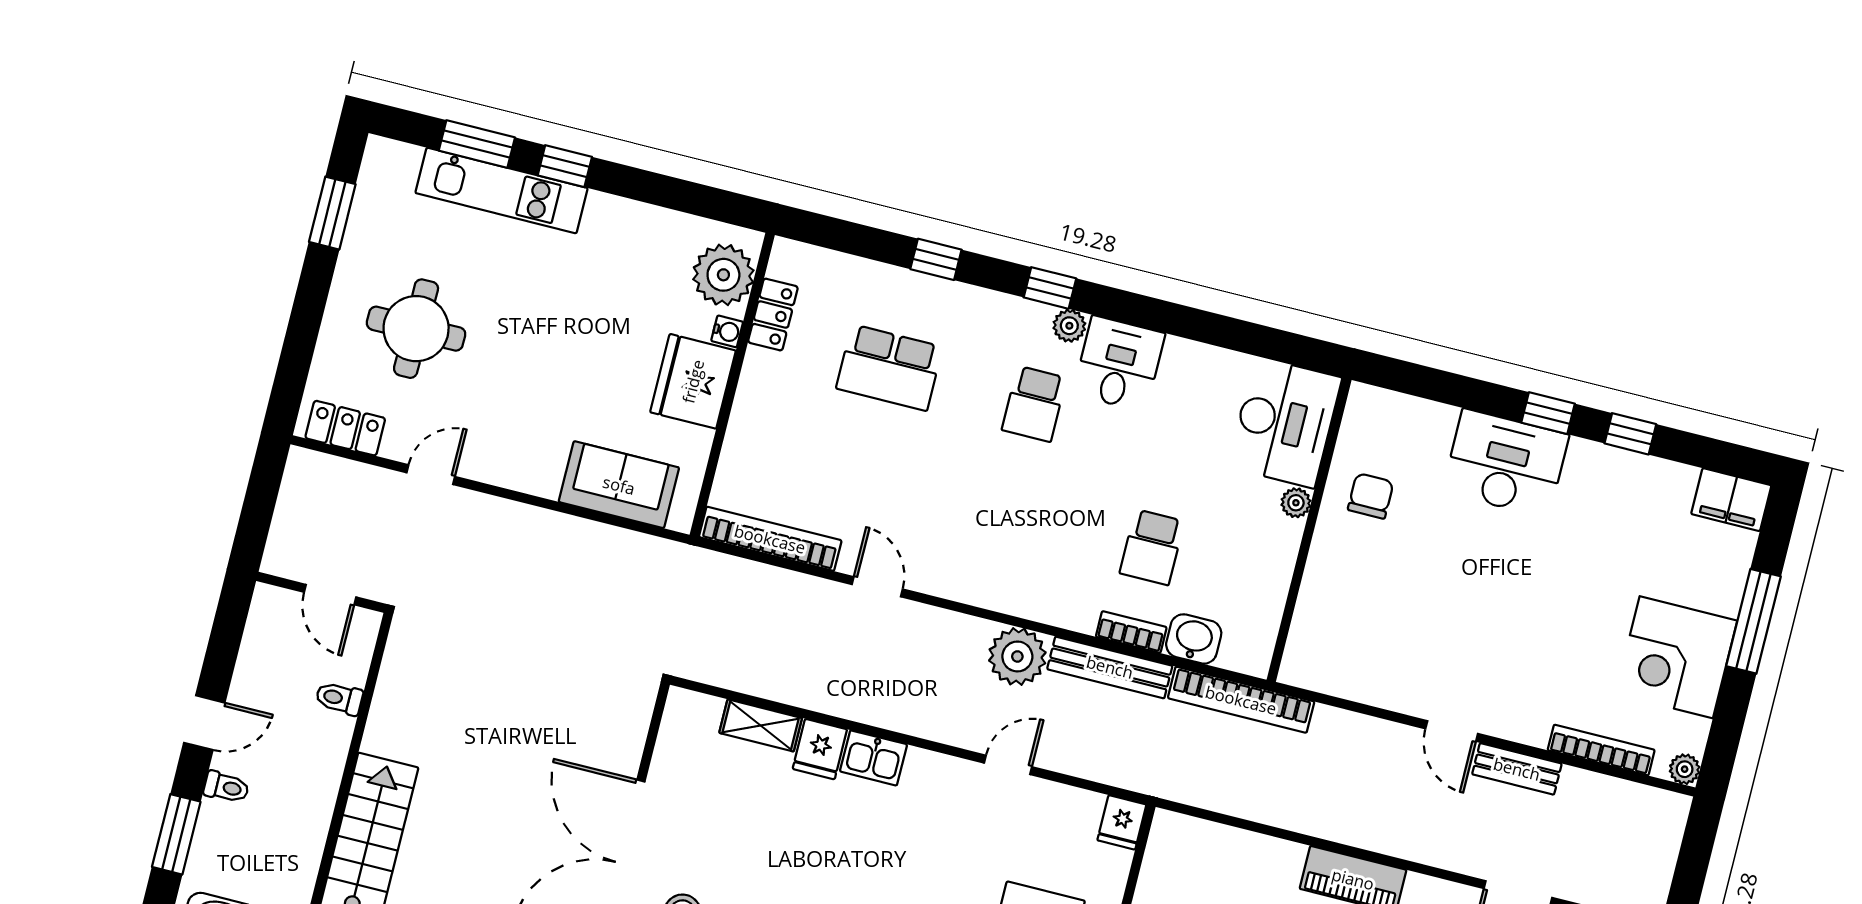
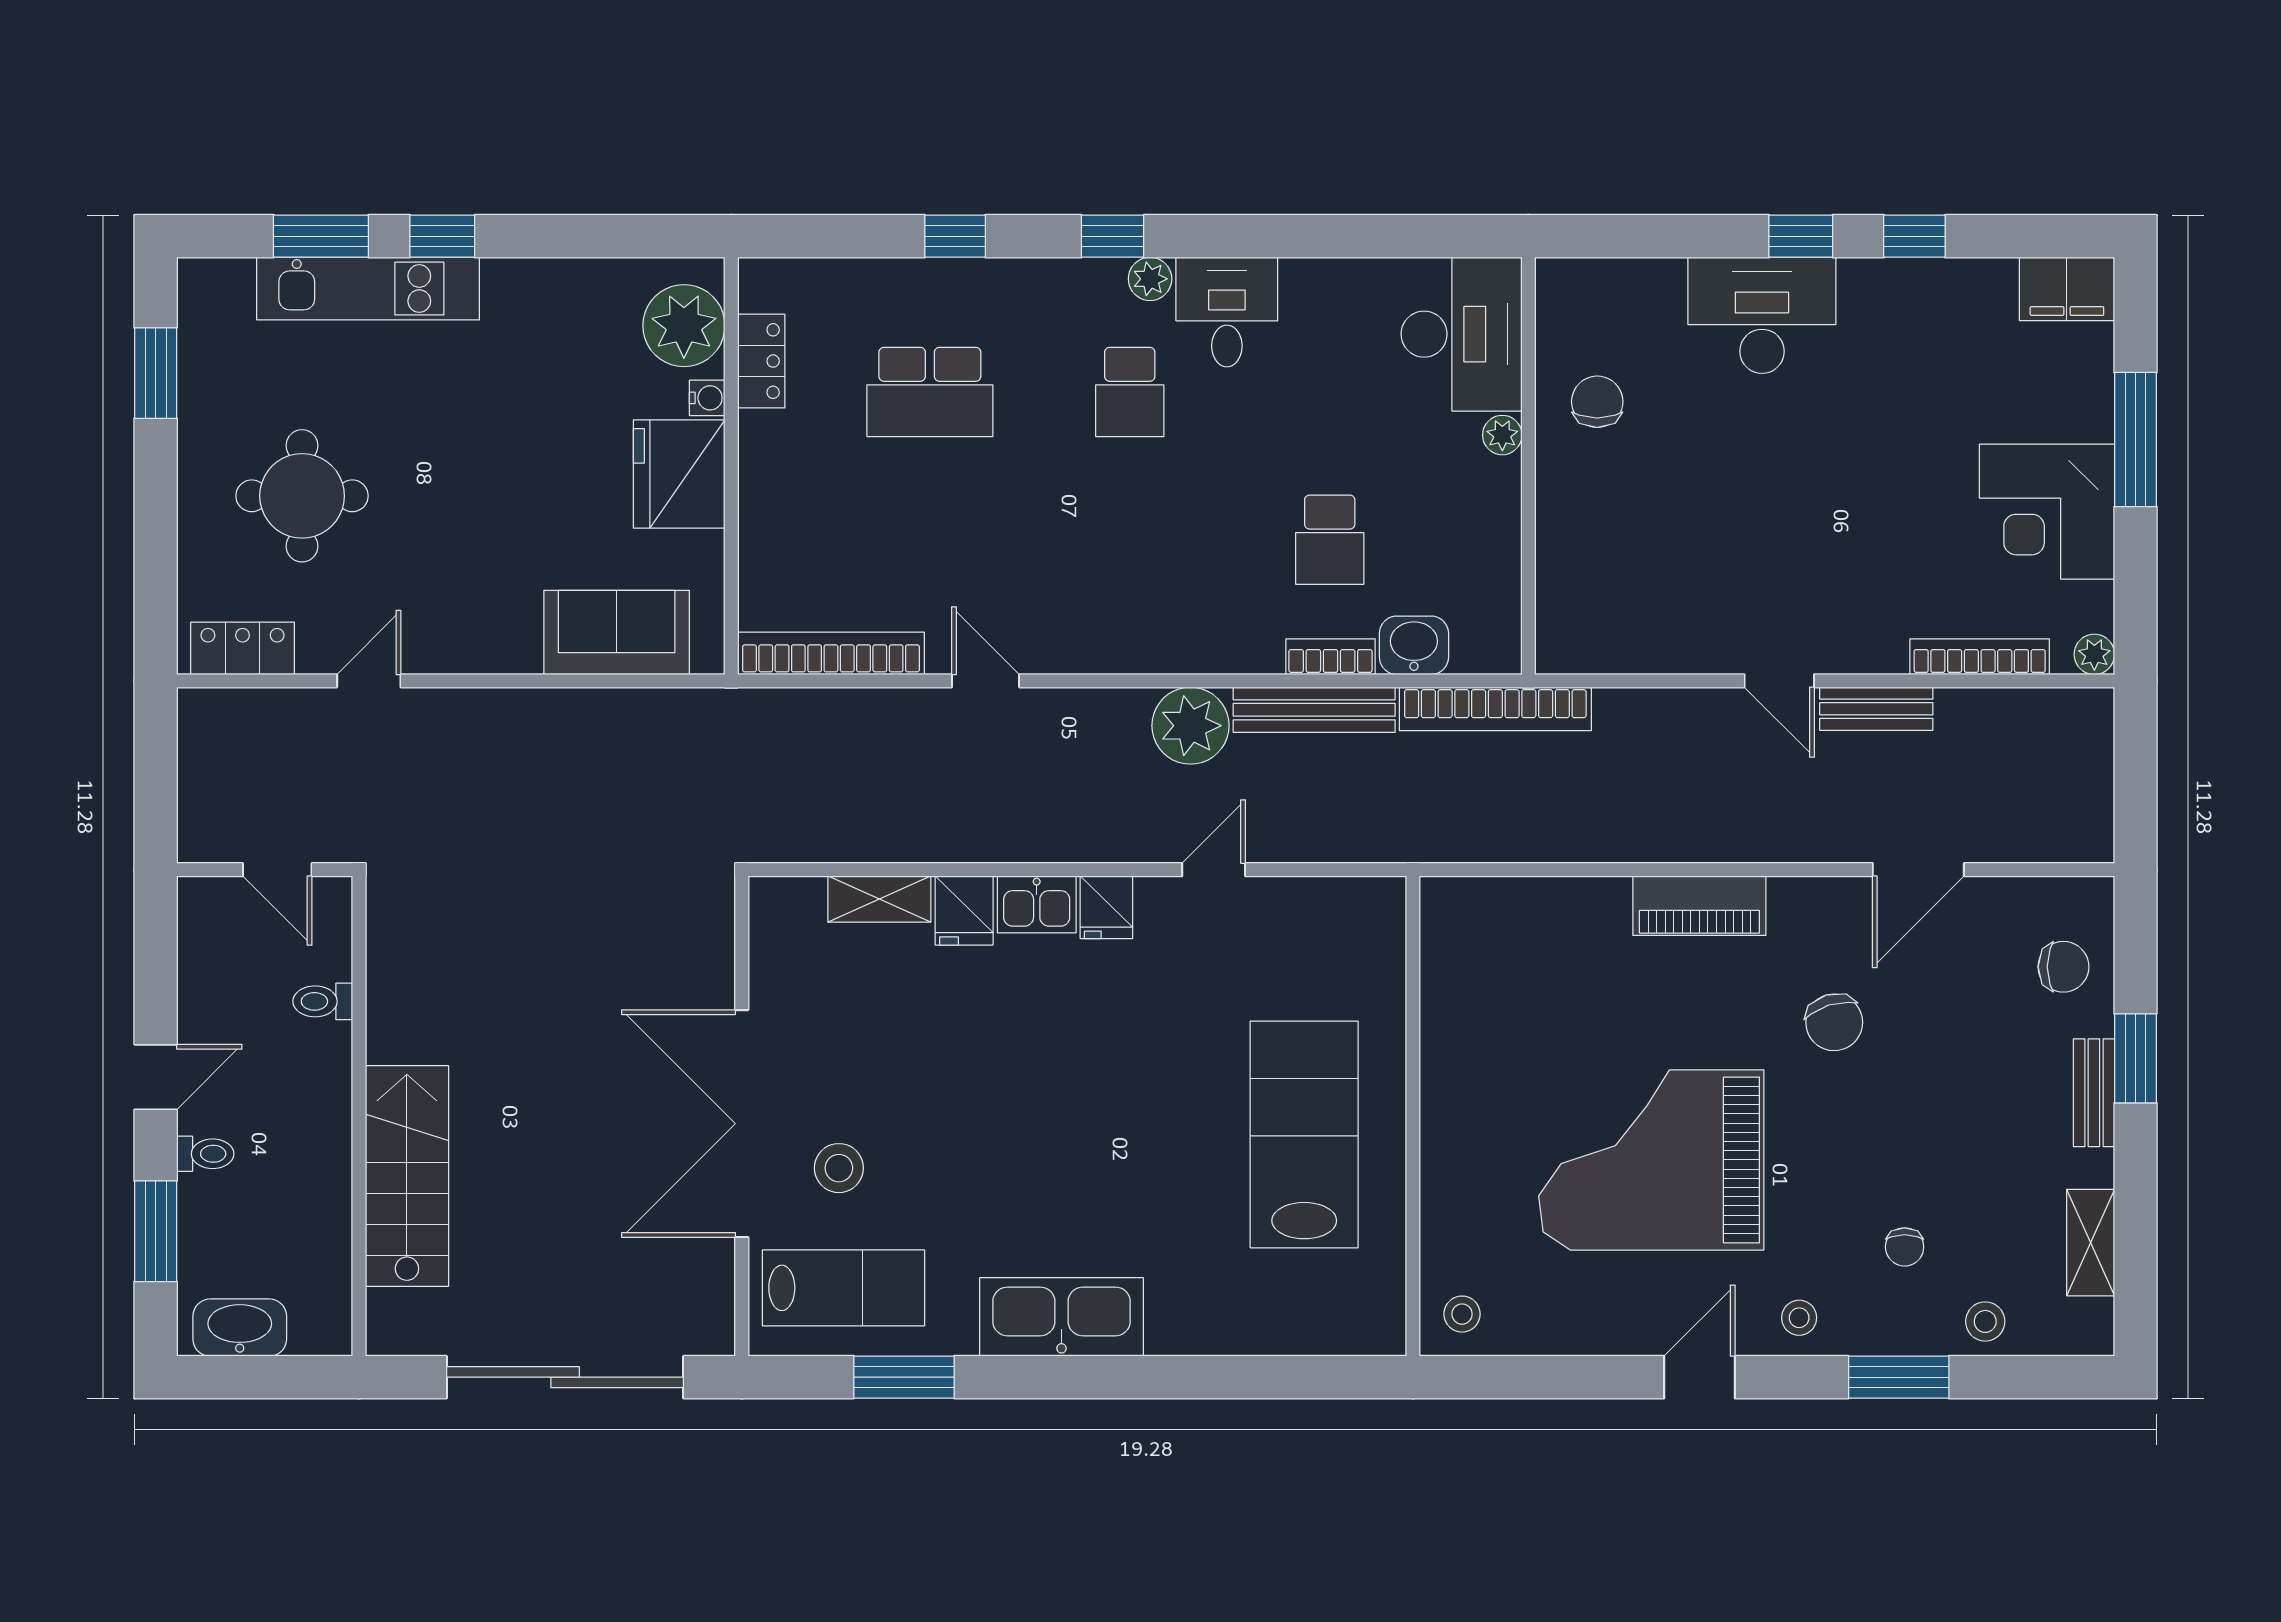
fridge: (1122, 822) -> (1106, 907), moved

